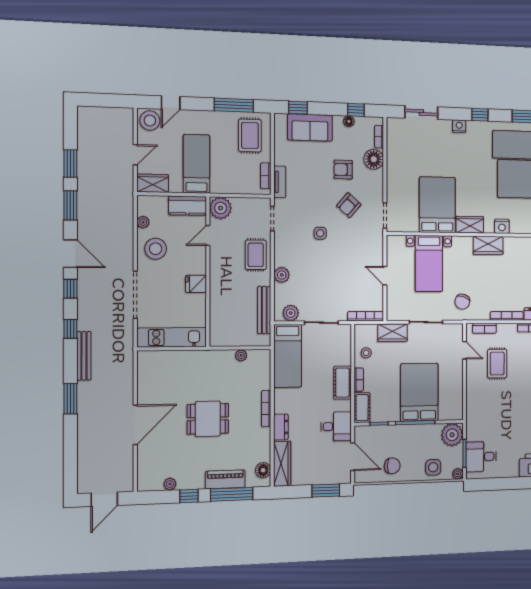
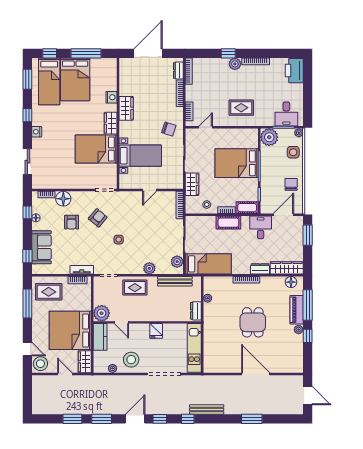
bed: (197, 164) -> (70, 330), width x2.04
armchair: (349, 205) -> (98, 218), turned -91
dresser: (224, 339) -> (196, 311), added
rug: (497, 364) -> (241, 108), moved
window: (70, 399) -> (252, 419), moved
plant: (170, 484) -> (299, 330), moved

